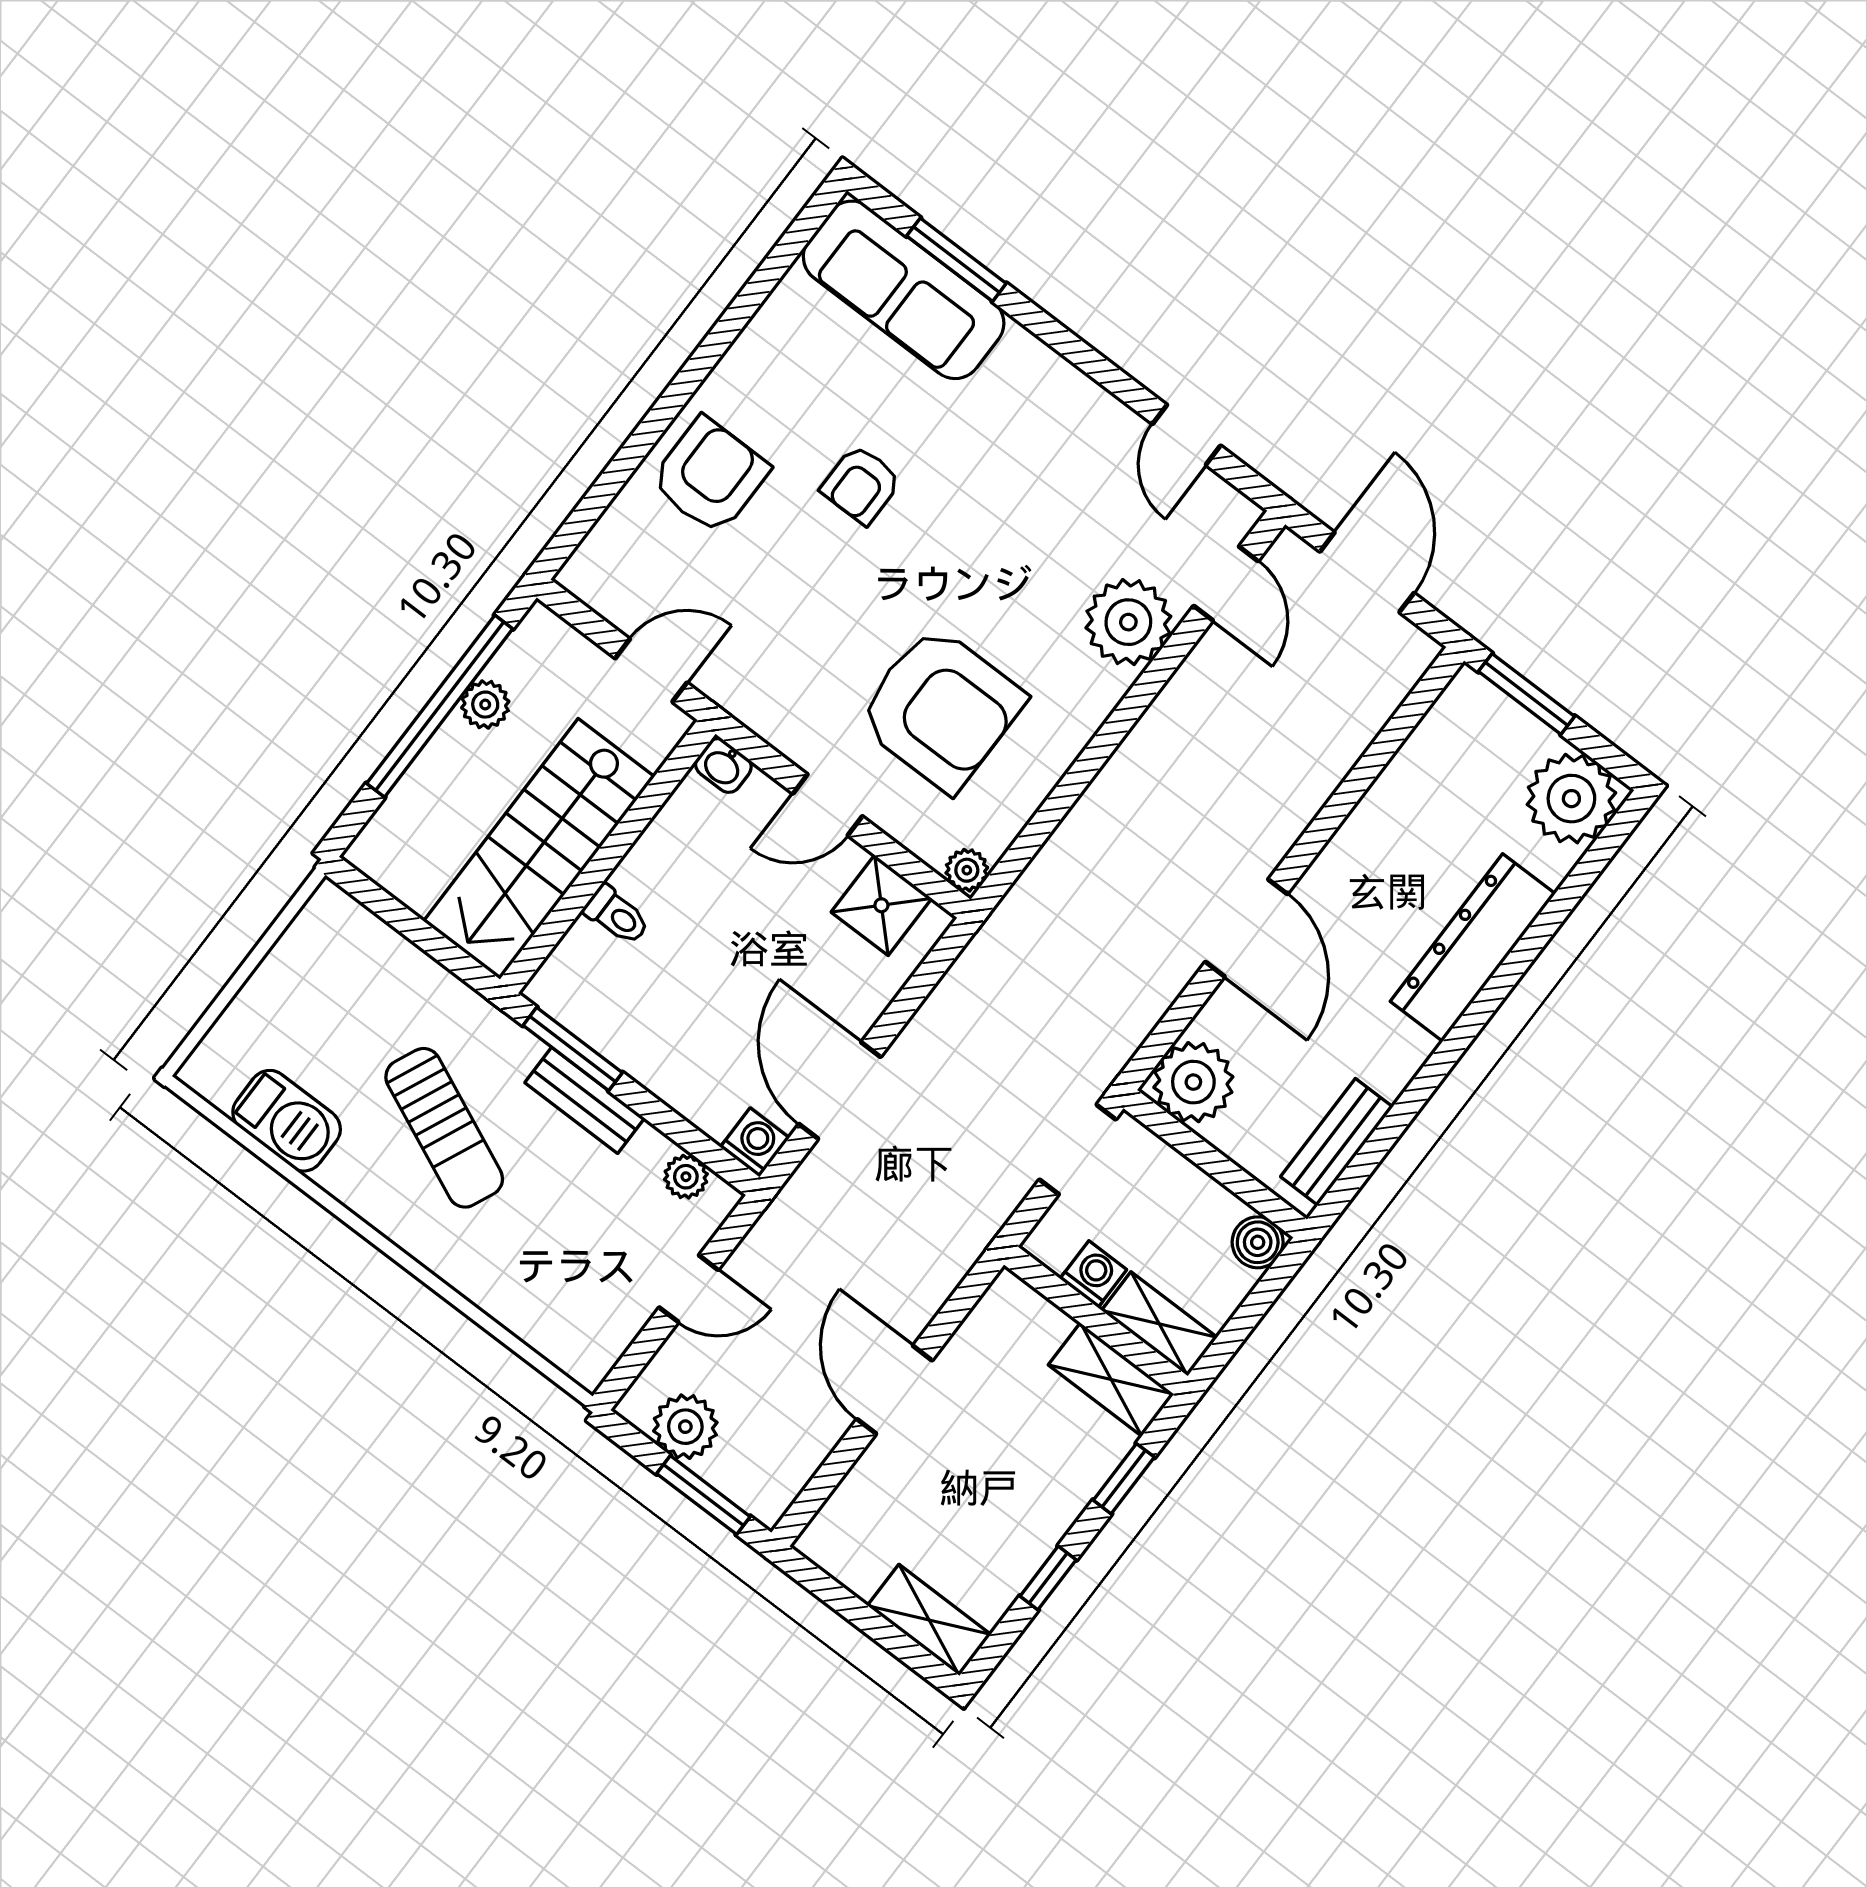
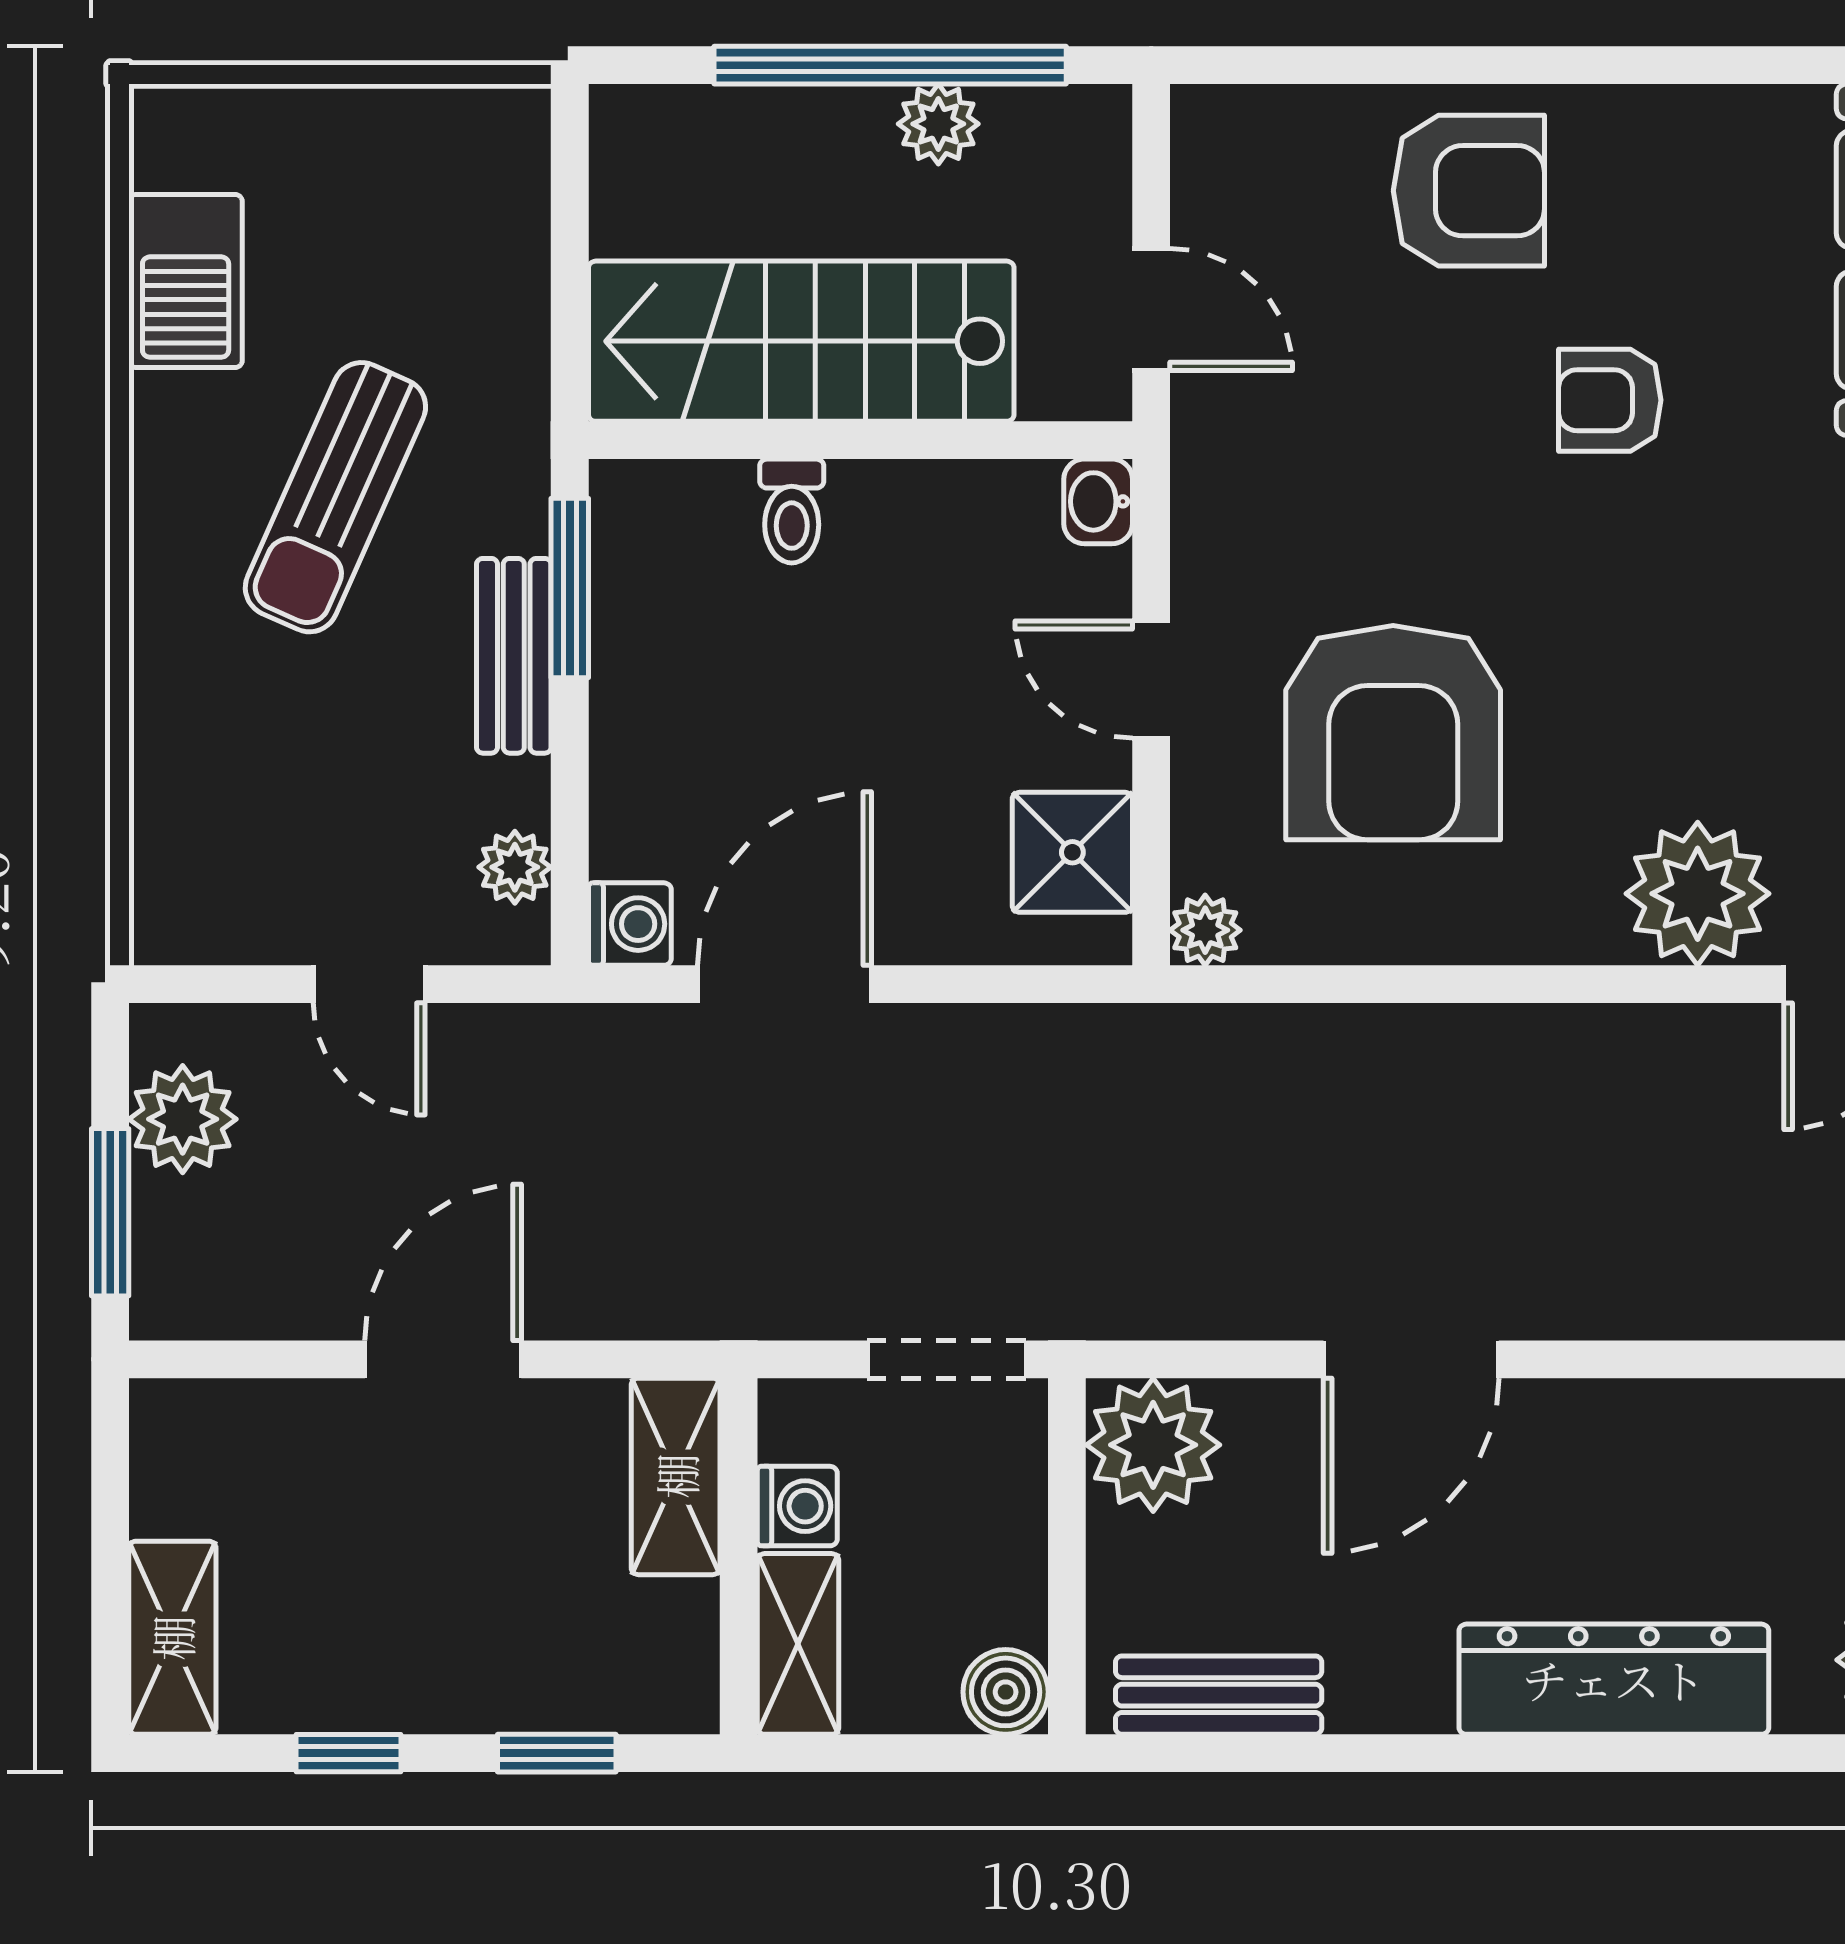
shelving: (1111, 1379) -> (676, 1476), moved

